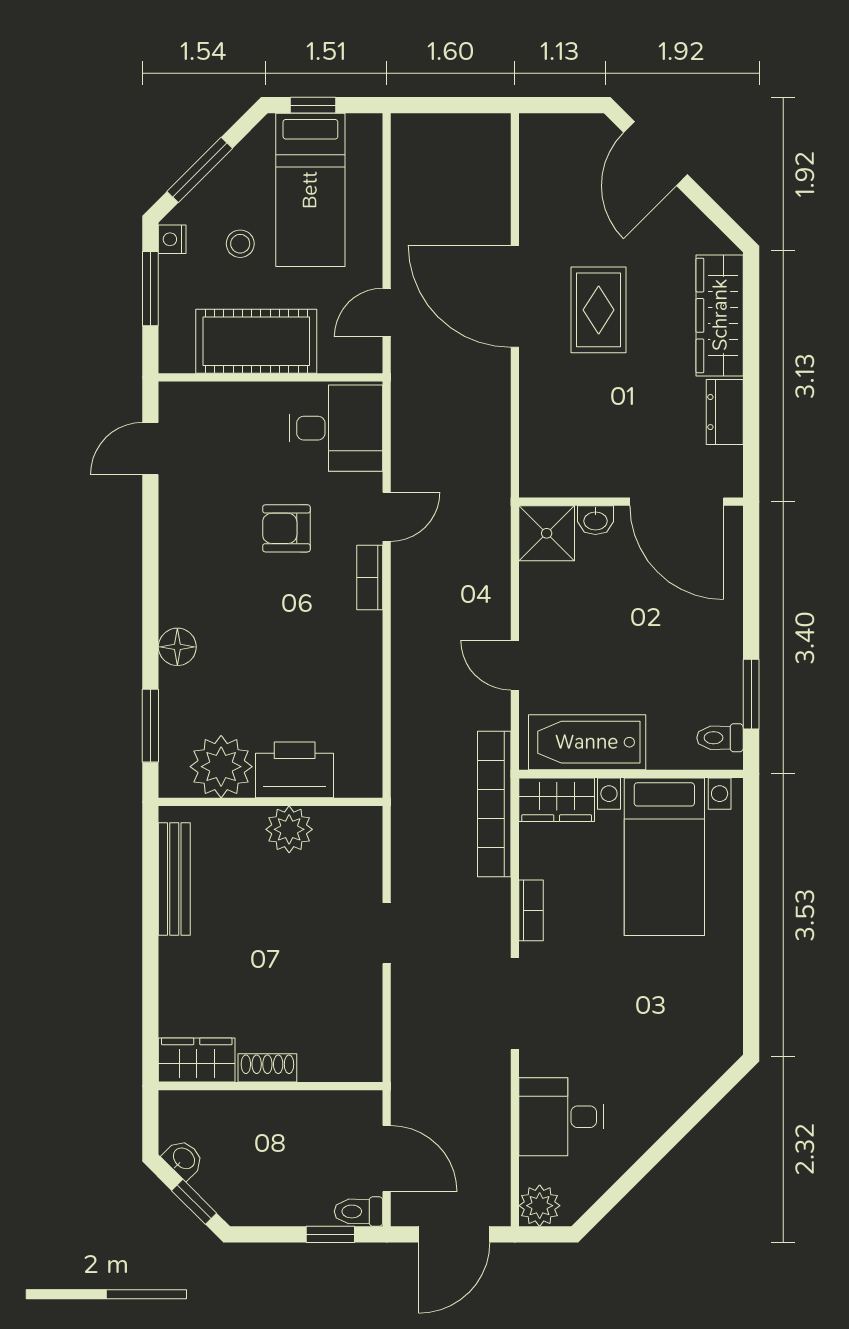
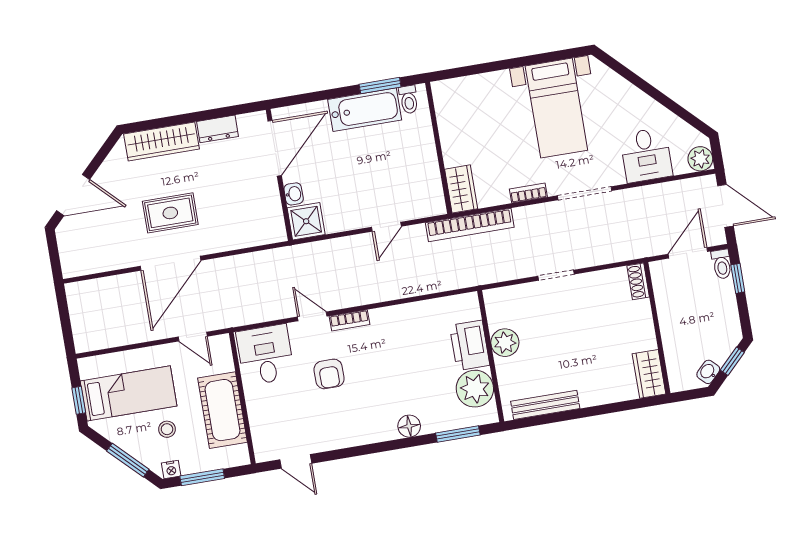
bathtub: (587, 742) -> (365, 110), moved, turned -90
bed with nightstands: (664, 857) -> (556, 108), moved, turned 90
shoe rack: (267, 1068) -> (638, 281), moved

